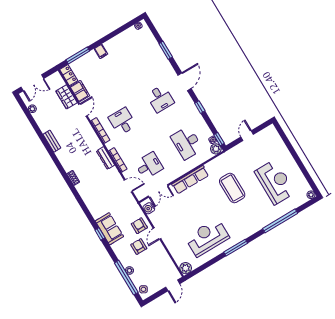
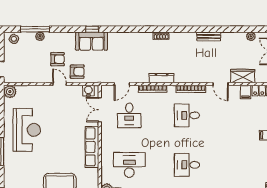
filing cabinet: (80, 91) -> (246, 92), width x0.50
desk: (122, 121) -> (187, 115), turned 180
window: (126, 278) -> (35, 29), width x0.68

